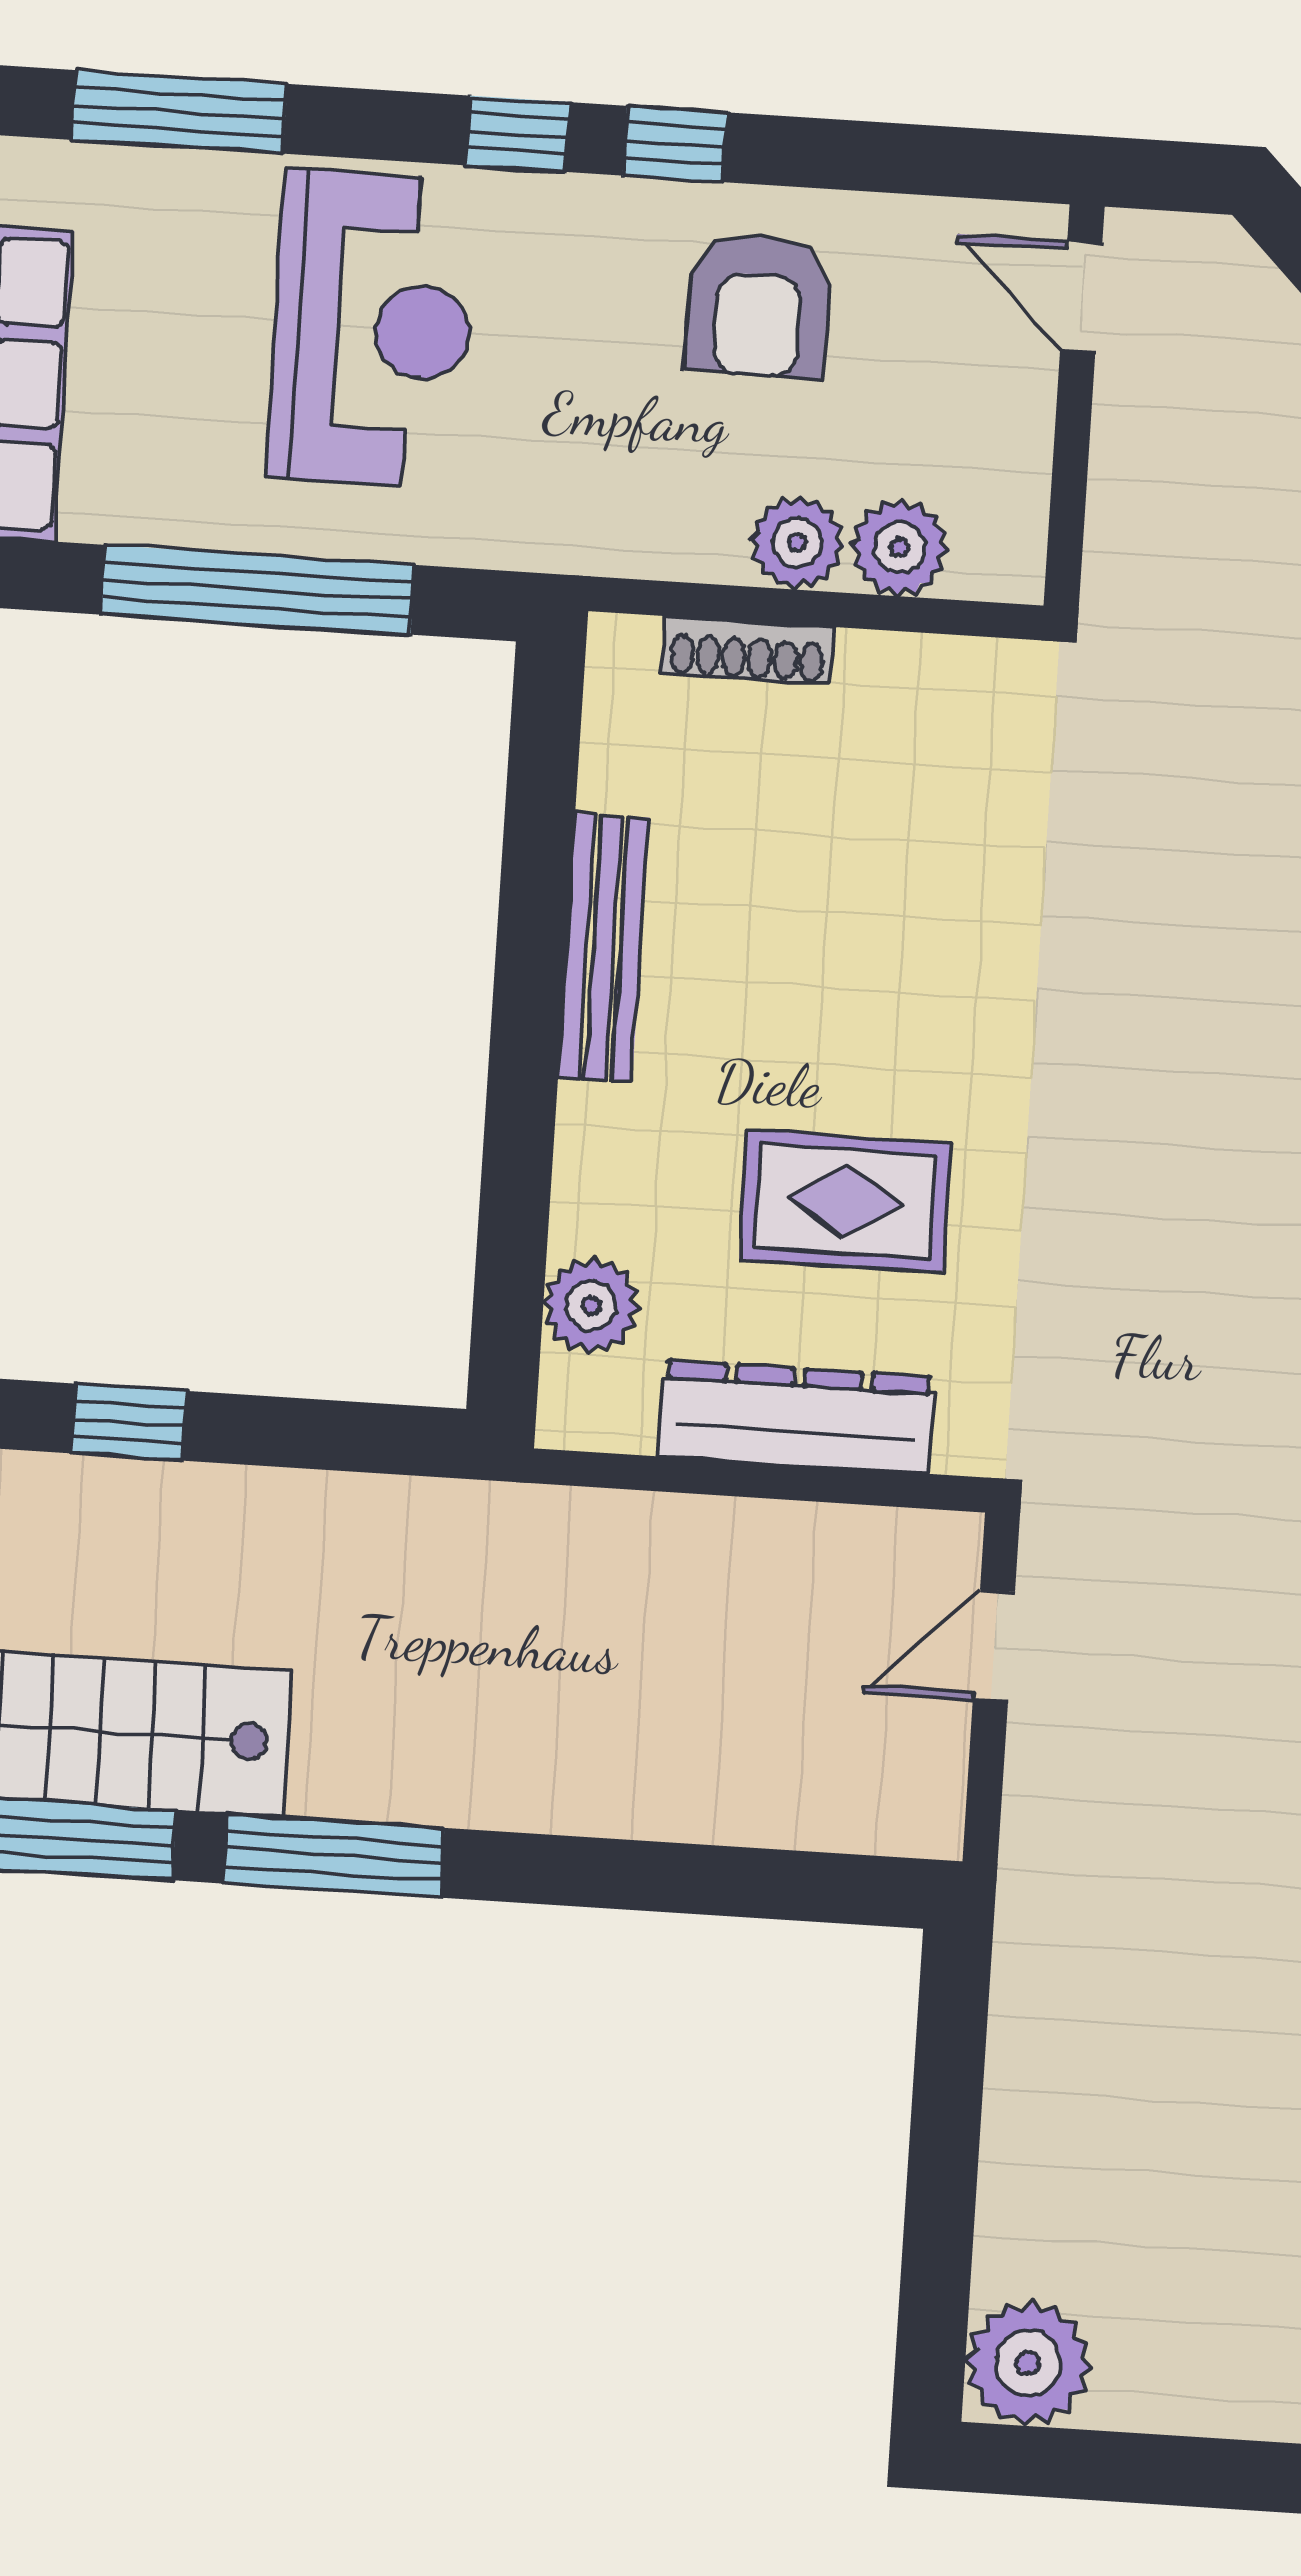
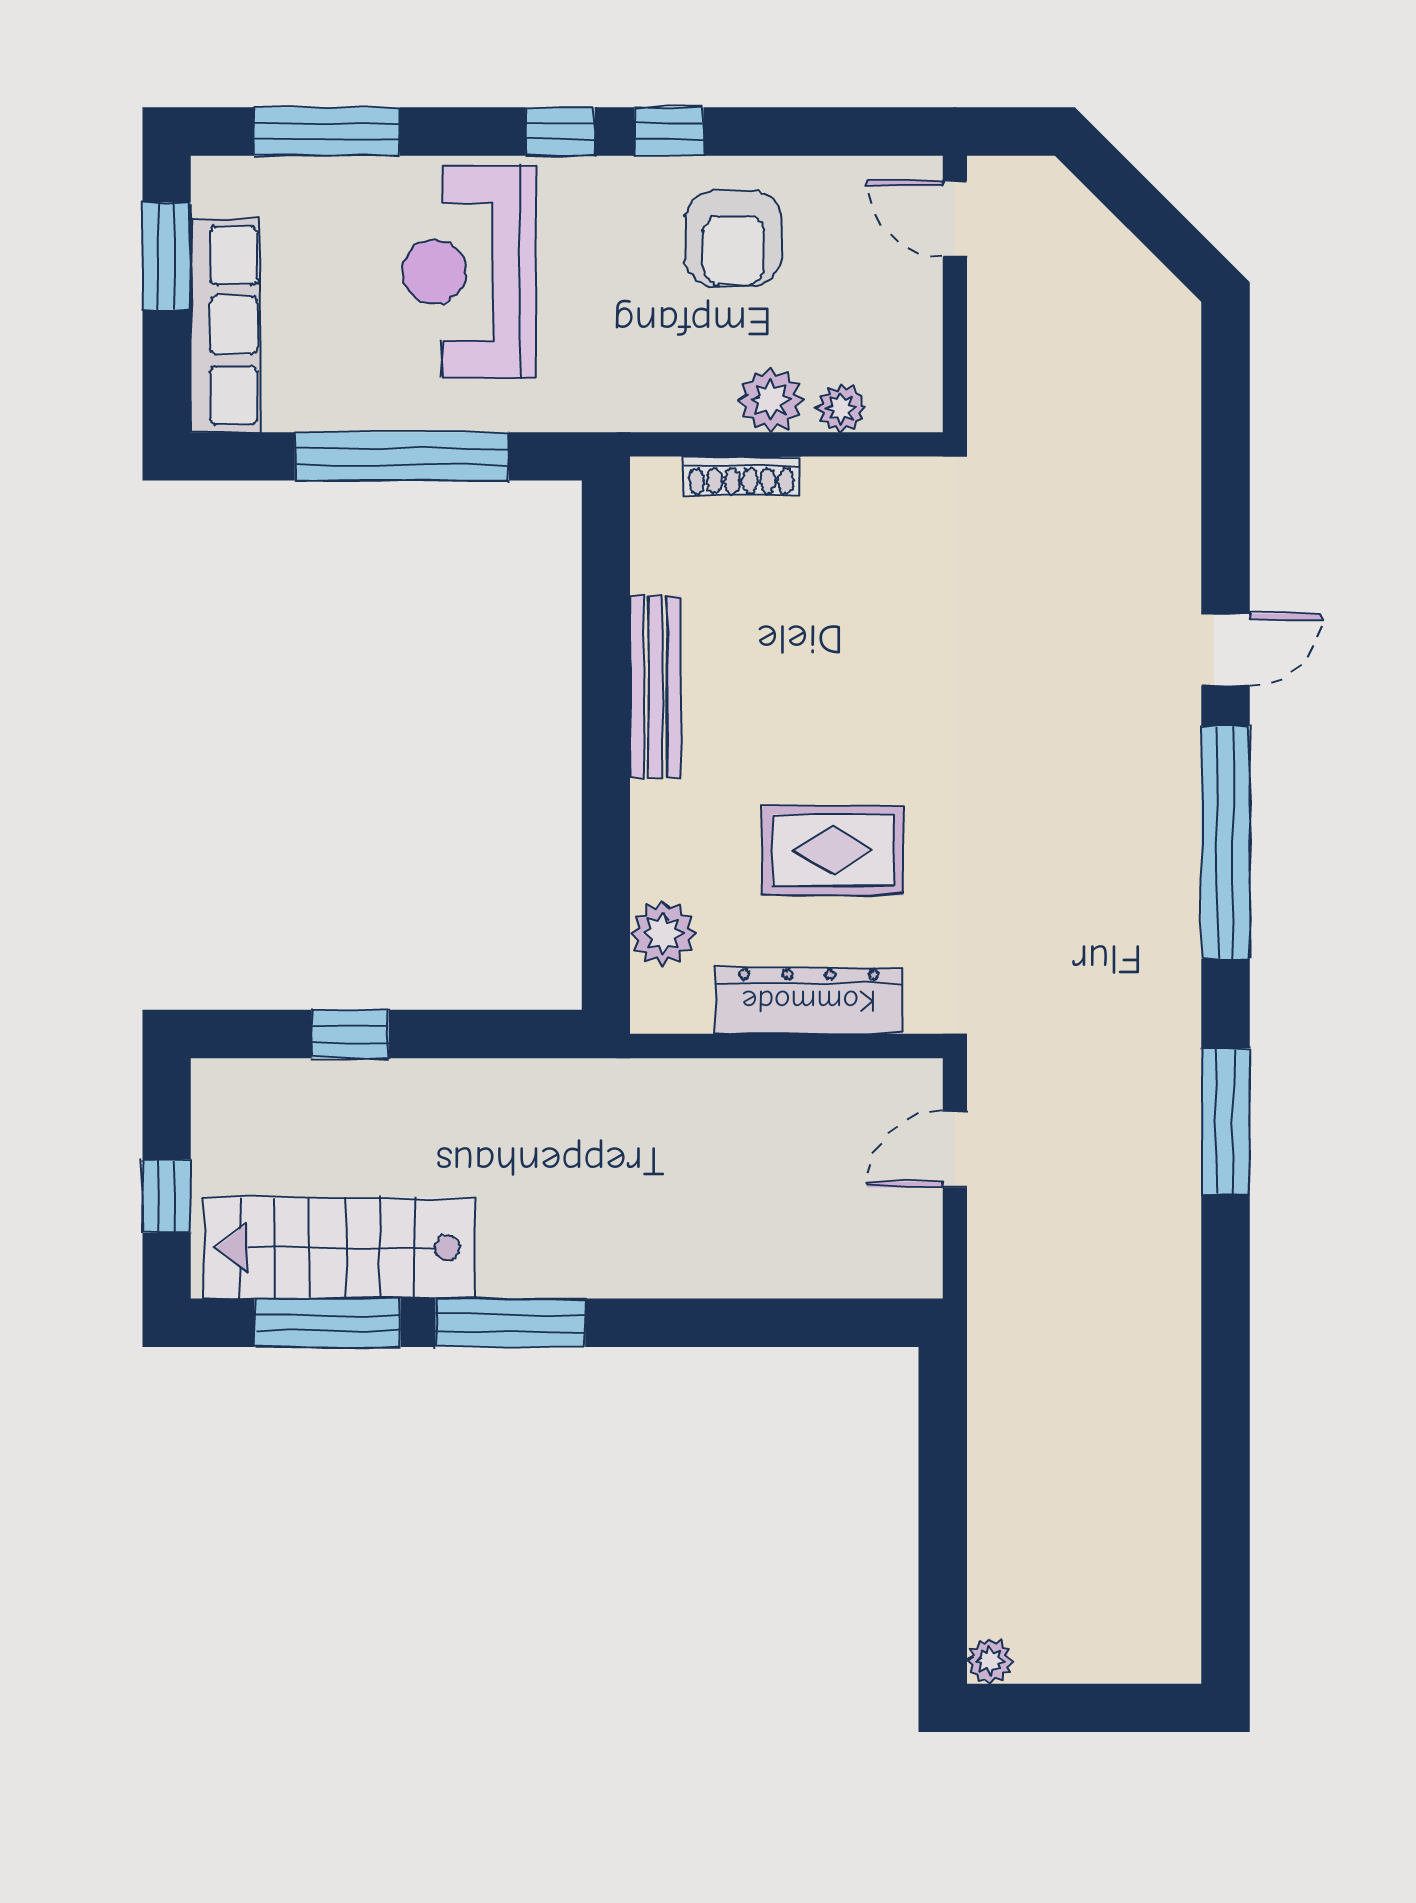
reception desk: (372, 329) -> (469, 272), turned 180
plant: (900, 548) -> (841, 408), width x0.73, depth x0.73
plant: (1028, 2363) -> (990, 1661), width x0.53, depth x0.53

